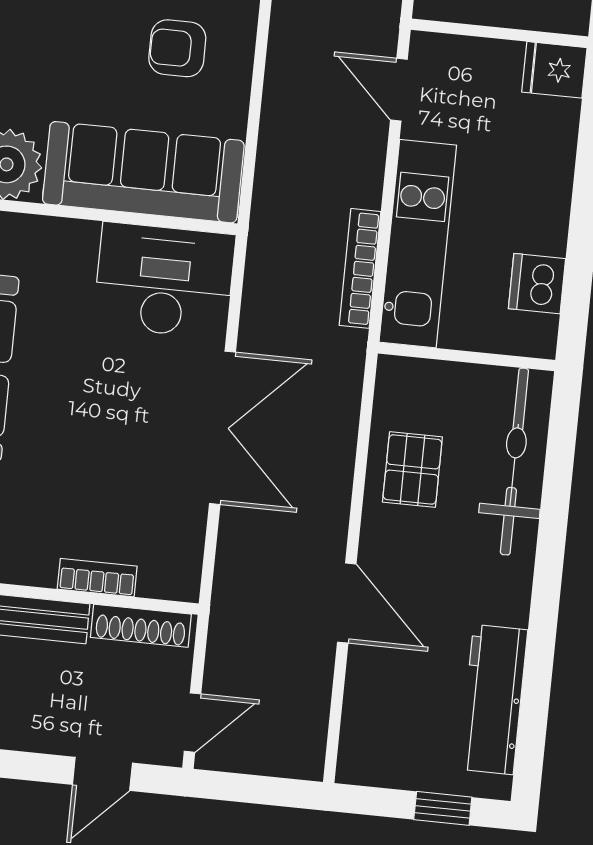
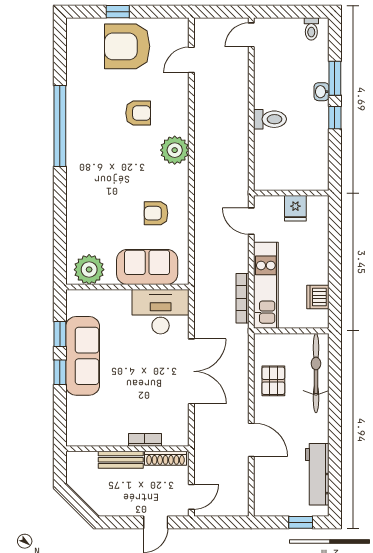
fridge: (554, 70) -> (295, 208), moved, turned -90
sofa: (143, 172) -> (147, 267), width x0.73

